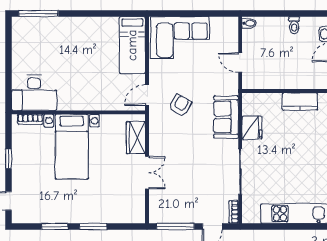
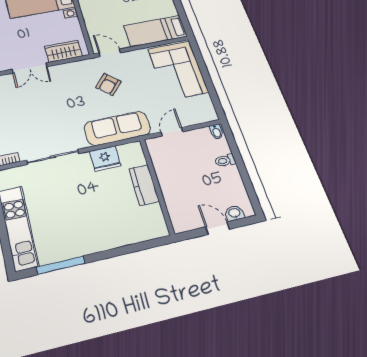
toilet: (294, 25) -> (225, 160), moved
kitchen counter: (300, 102) -> (144, 185), moved
armchair: (180, 105) -> (108, 84), turned 103
sofa: (226, 117) -> (117, 128), width x1.36

